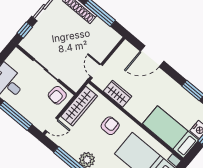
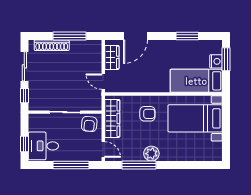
wardrobe: (118, 94) -> (112, 57), moved, turned 90
door: (51, 125) -> (103, 150), hinge flipped
armchair: (110, 126) -> (147, 114), turned 90

